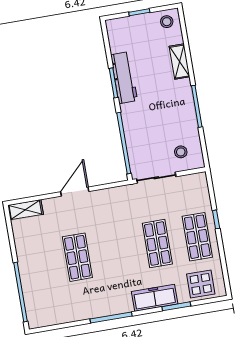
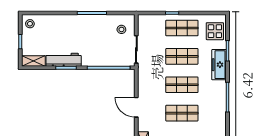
shelving: (179, 62) -> (33, 61), moved
shop shelf: (117, 250) -> (182, 85), added

